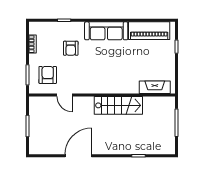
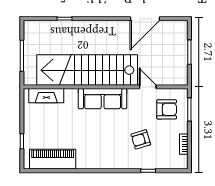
sofa: (106, 31) -> (103, 99), moved, turned 180
armchair: (71, 48) -> (141, 139), turned -107
armchair: (48, 75) -> (167, 109), turned -90
stairs: (118, 105) -> (87, 70), width x1.86, depth x1.51
door: (78, 156) -> (145, 19), moved

